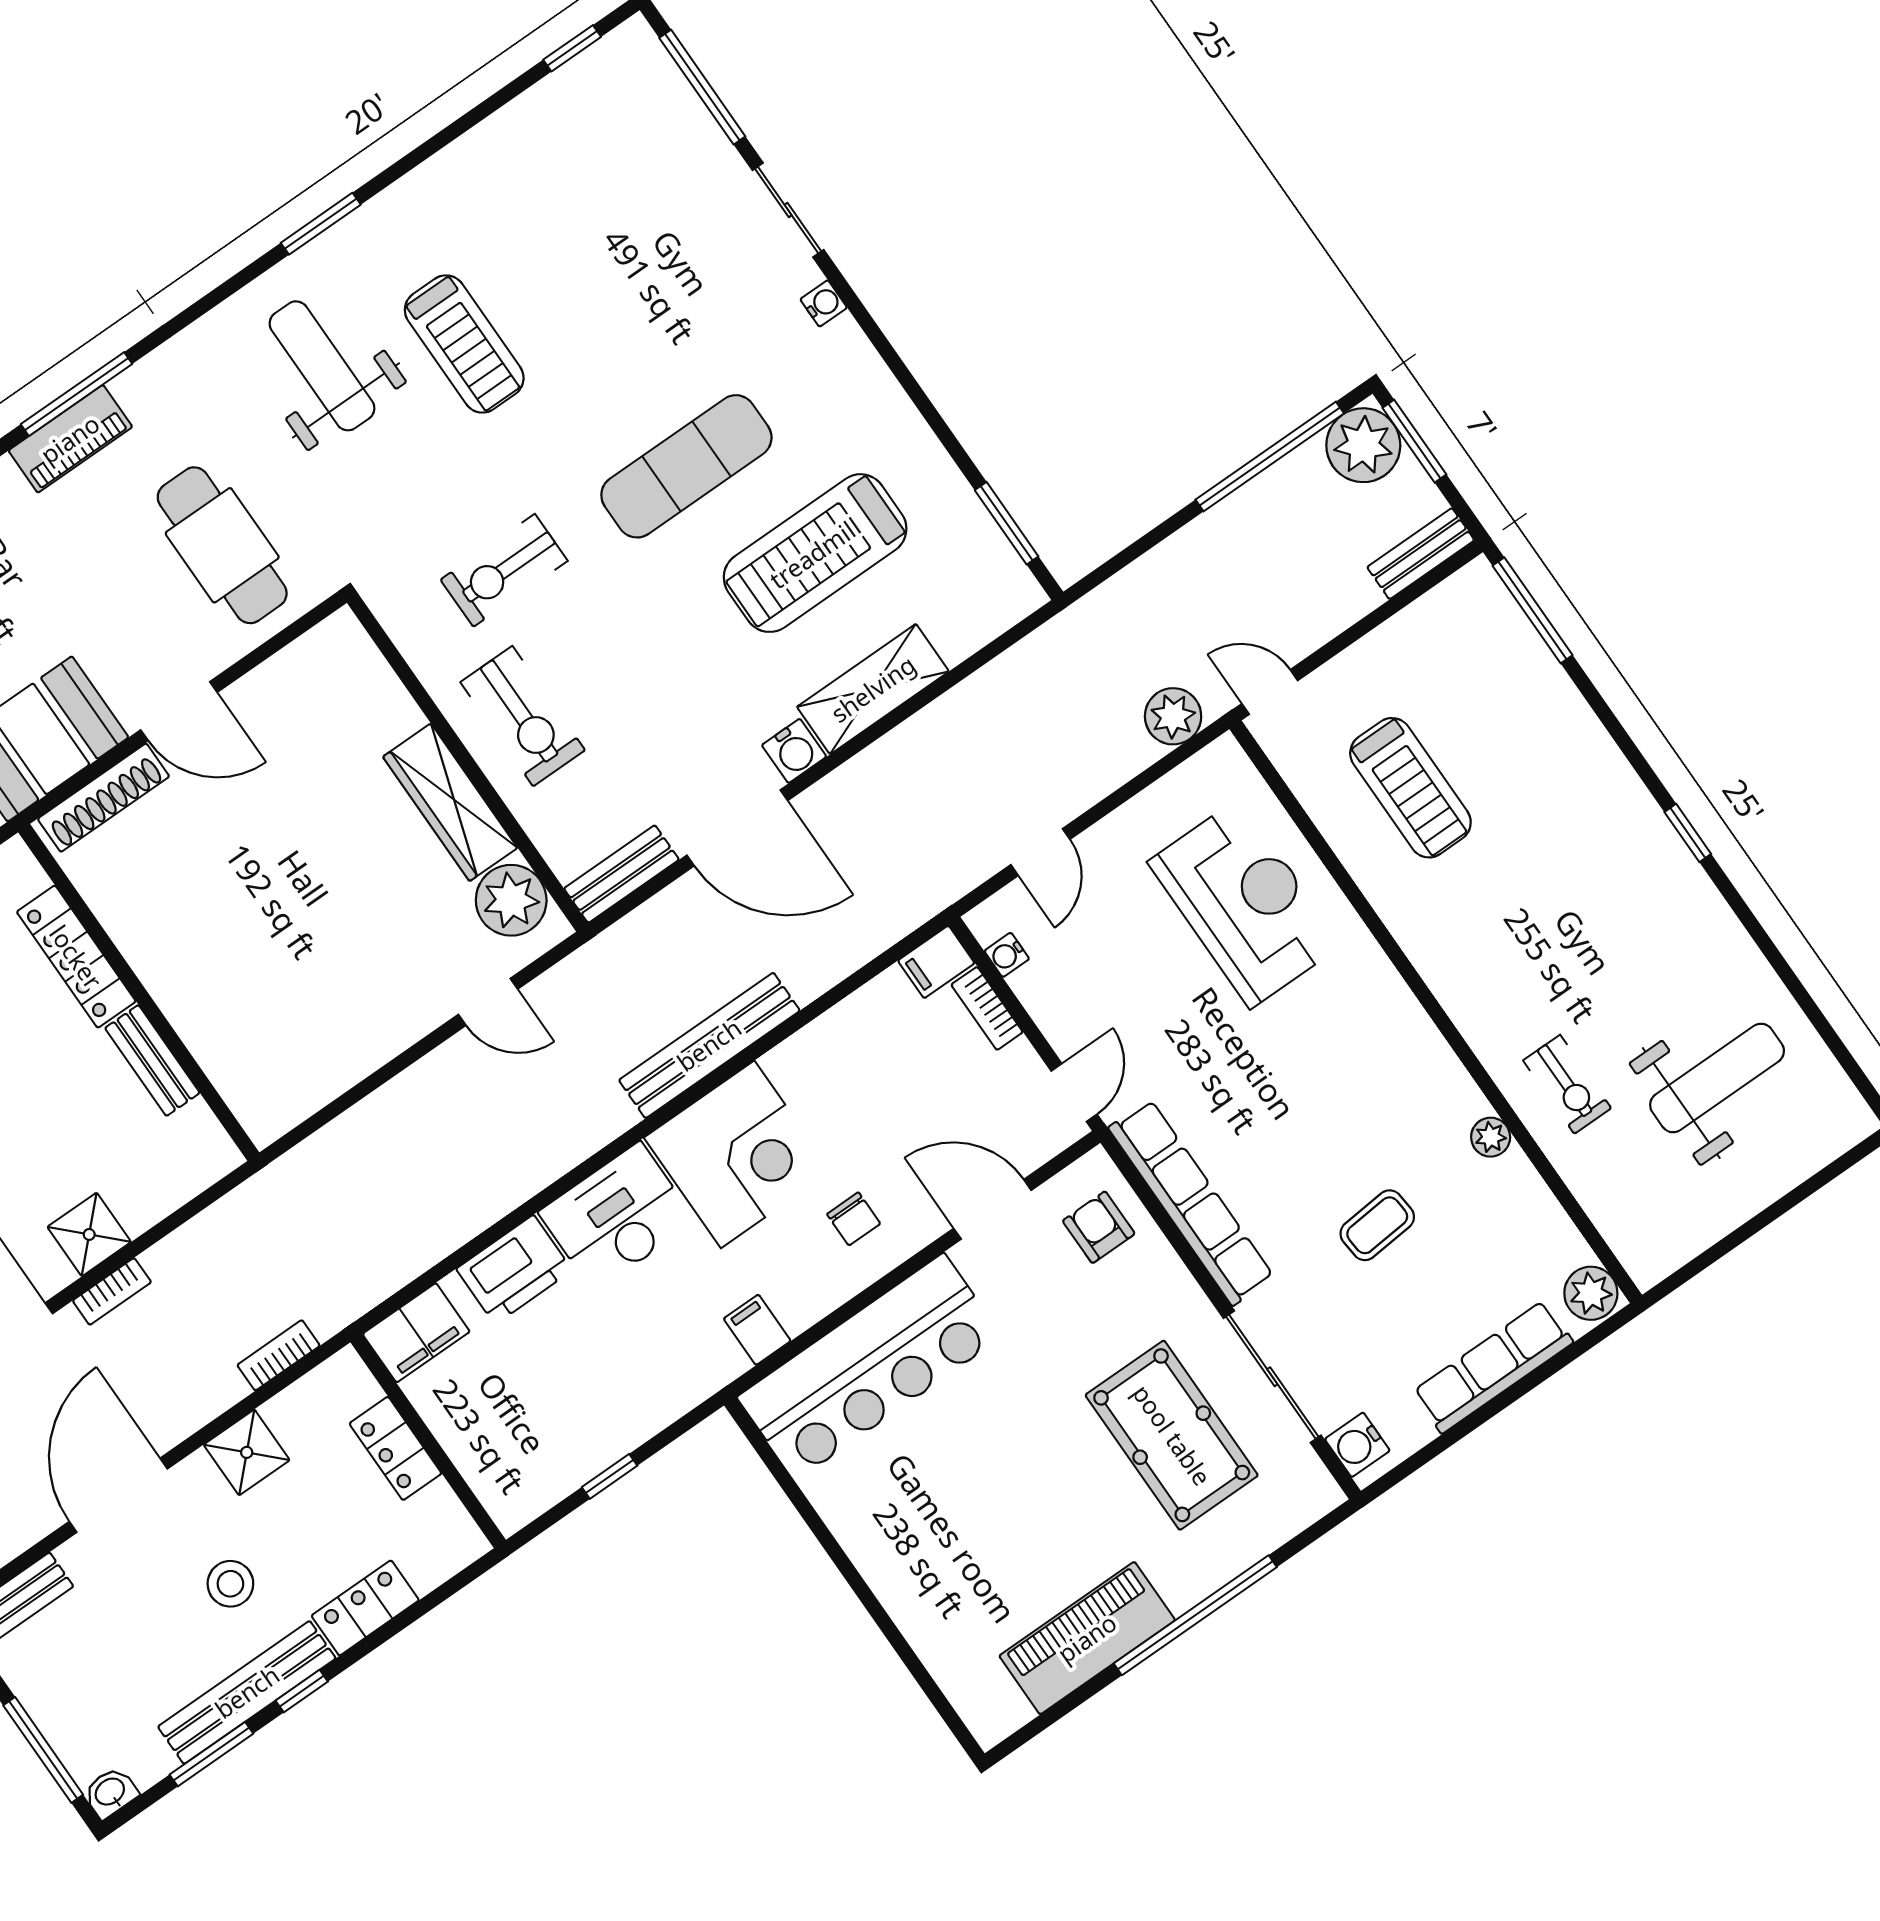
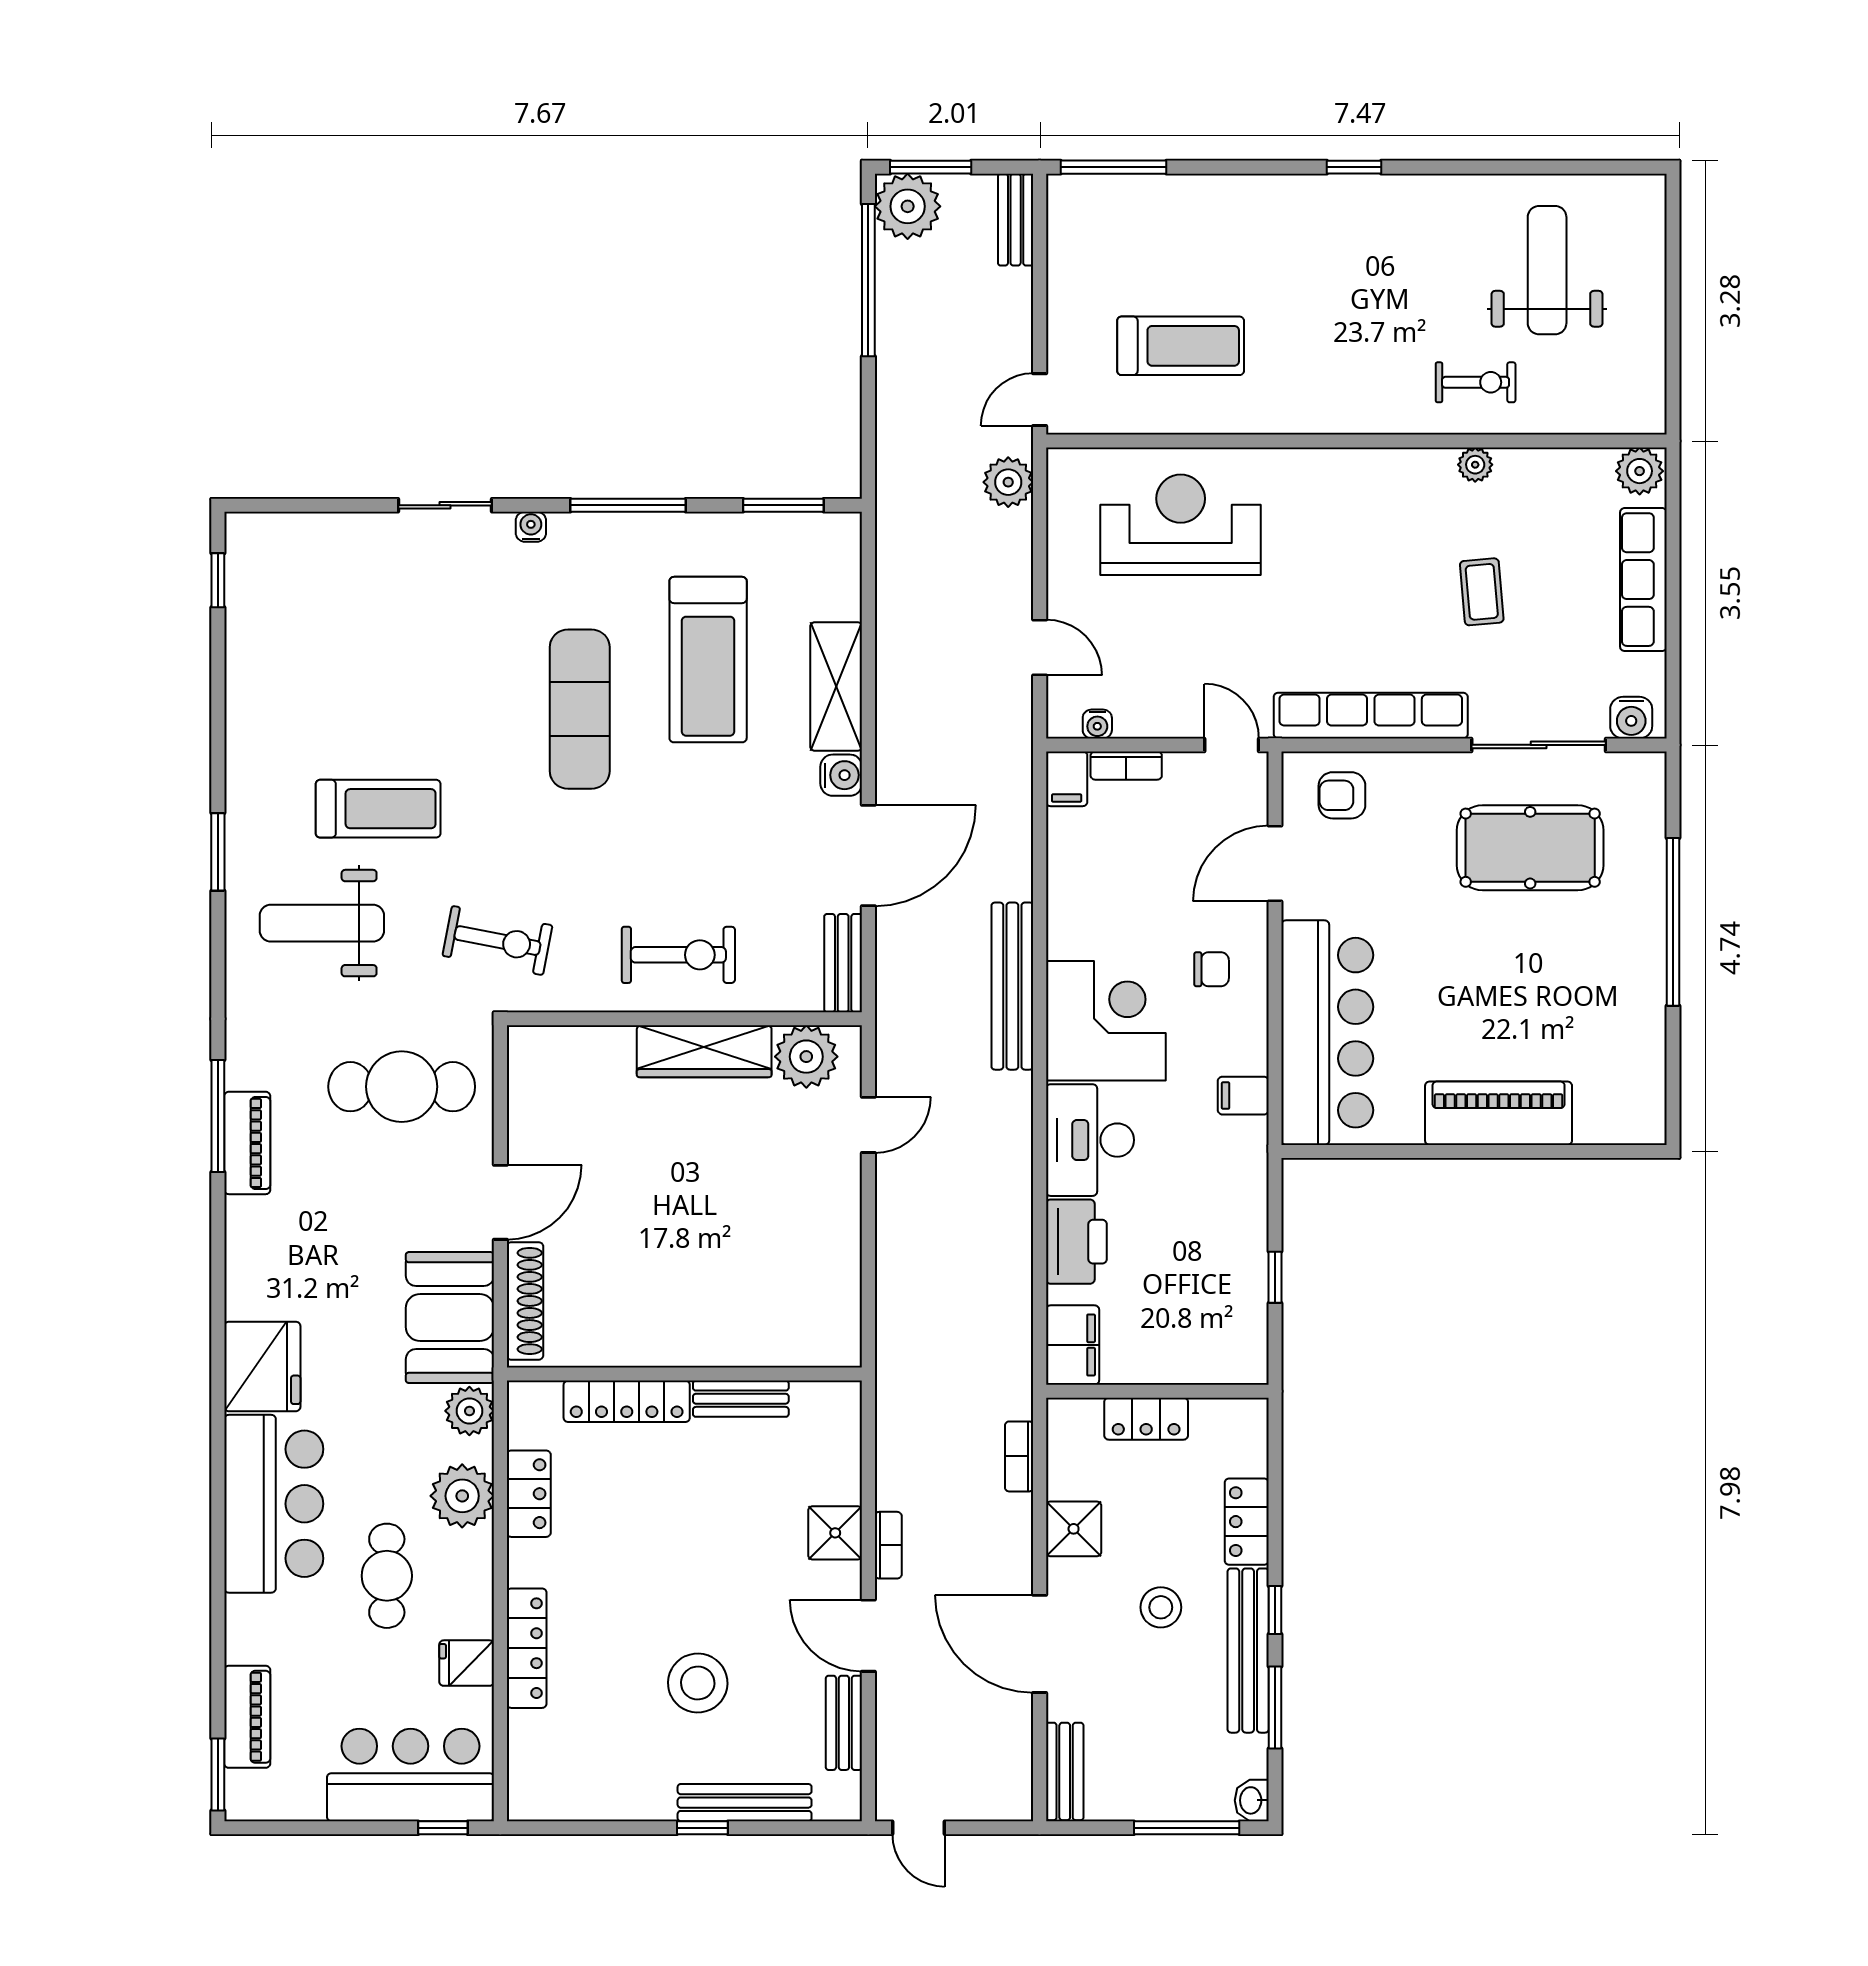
window: (702, 87) -> (628, 505), moved
exercise bike: (504, 570) -> (497, 941), moved, turned -79
piano: (1087, 1638) -> (1499, 1113), moved, turned 90

